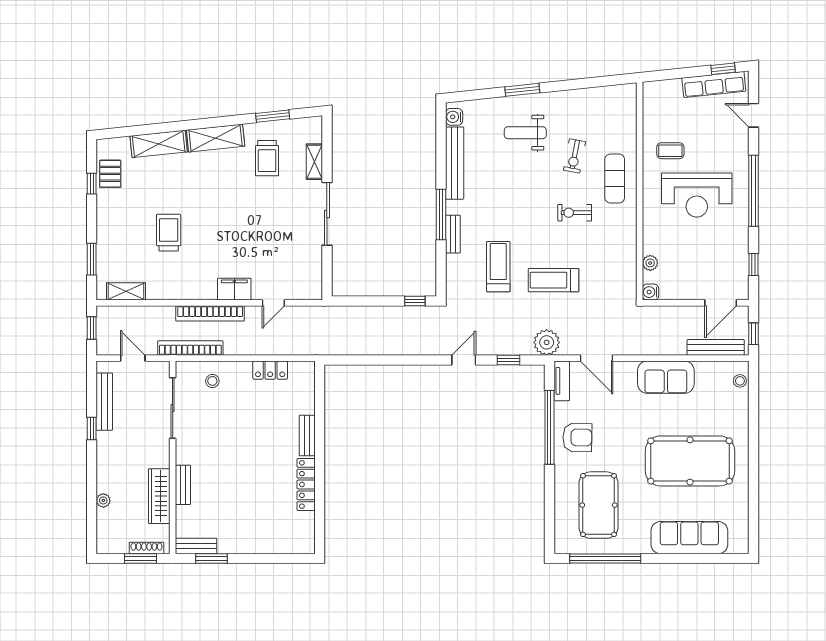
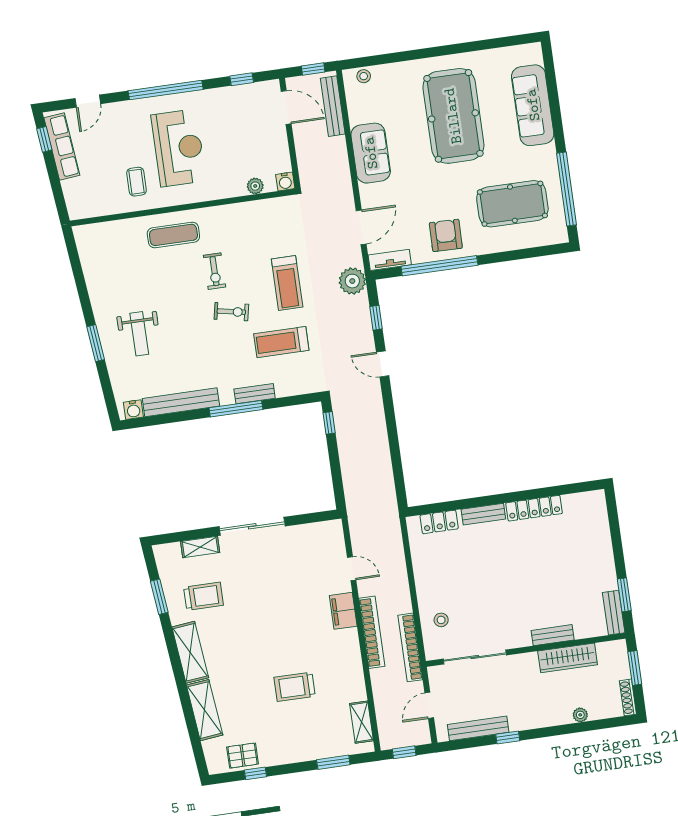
exercise bike: (574, 156) -> (231, 312), moved
locker: (270, 370) -> (439, 522), moved, turned 90
shoe rack: (146, 548) -> (628, 697), moved

